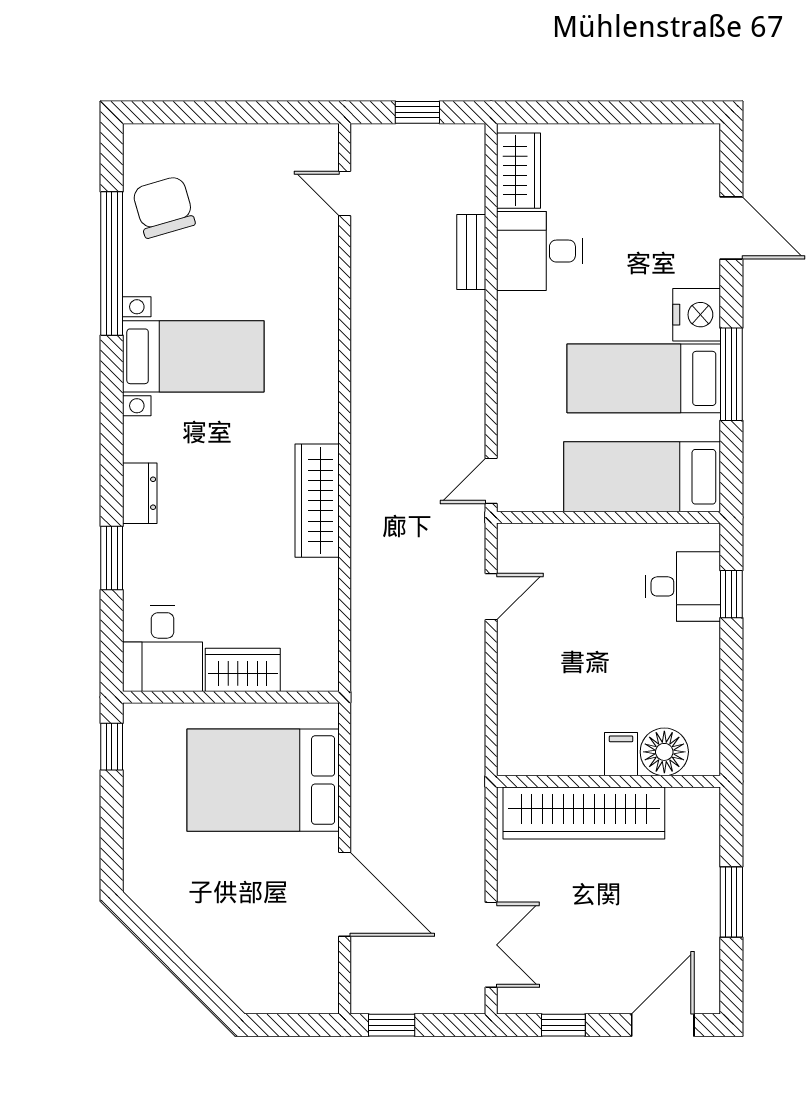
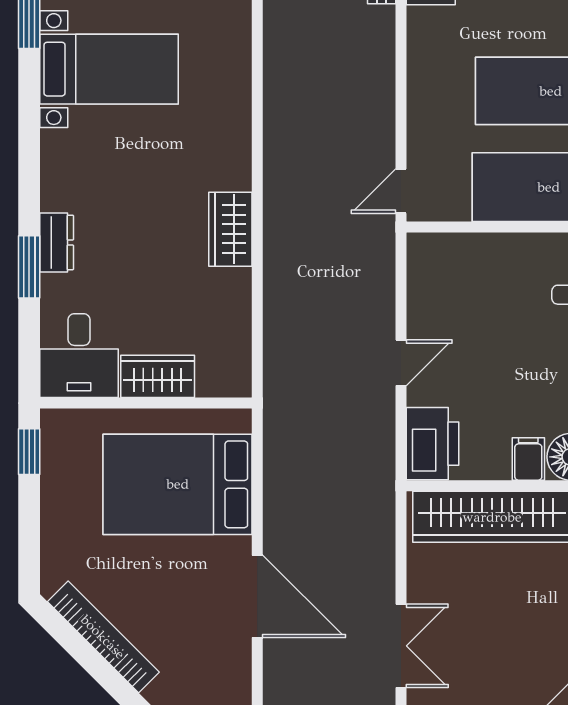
dresser: (140, 493) -> (57, 243), moved
wardrobe: (317, 501) -> (230, 229), width x0.67
door: (491, 597) -> (401, 363), moved
printer: (523, 738) -> (432, 444), added
bookcase: (187, 936) -> (103, 637), added

